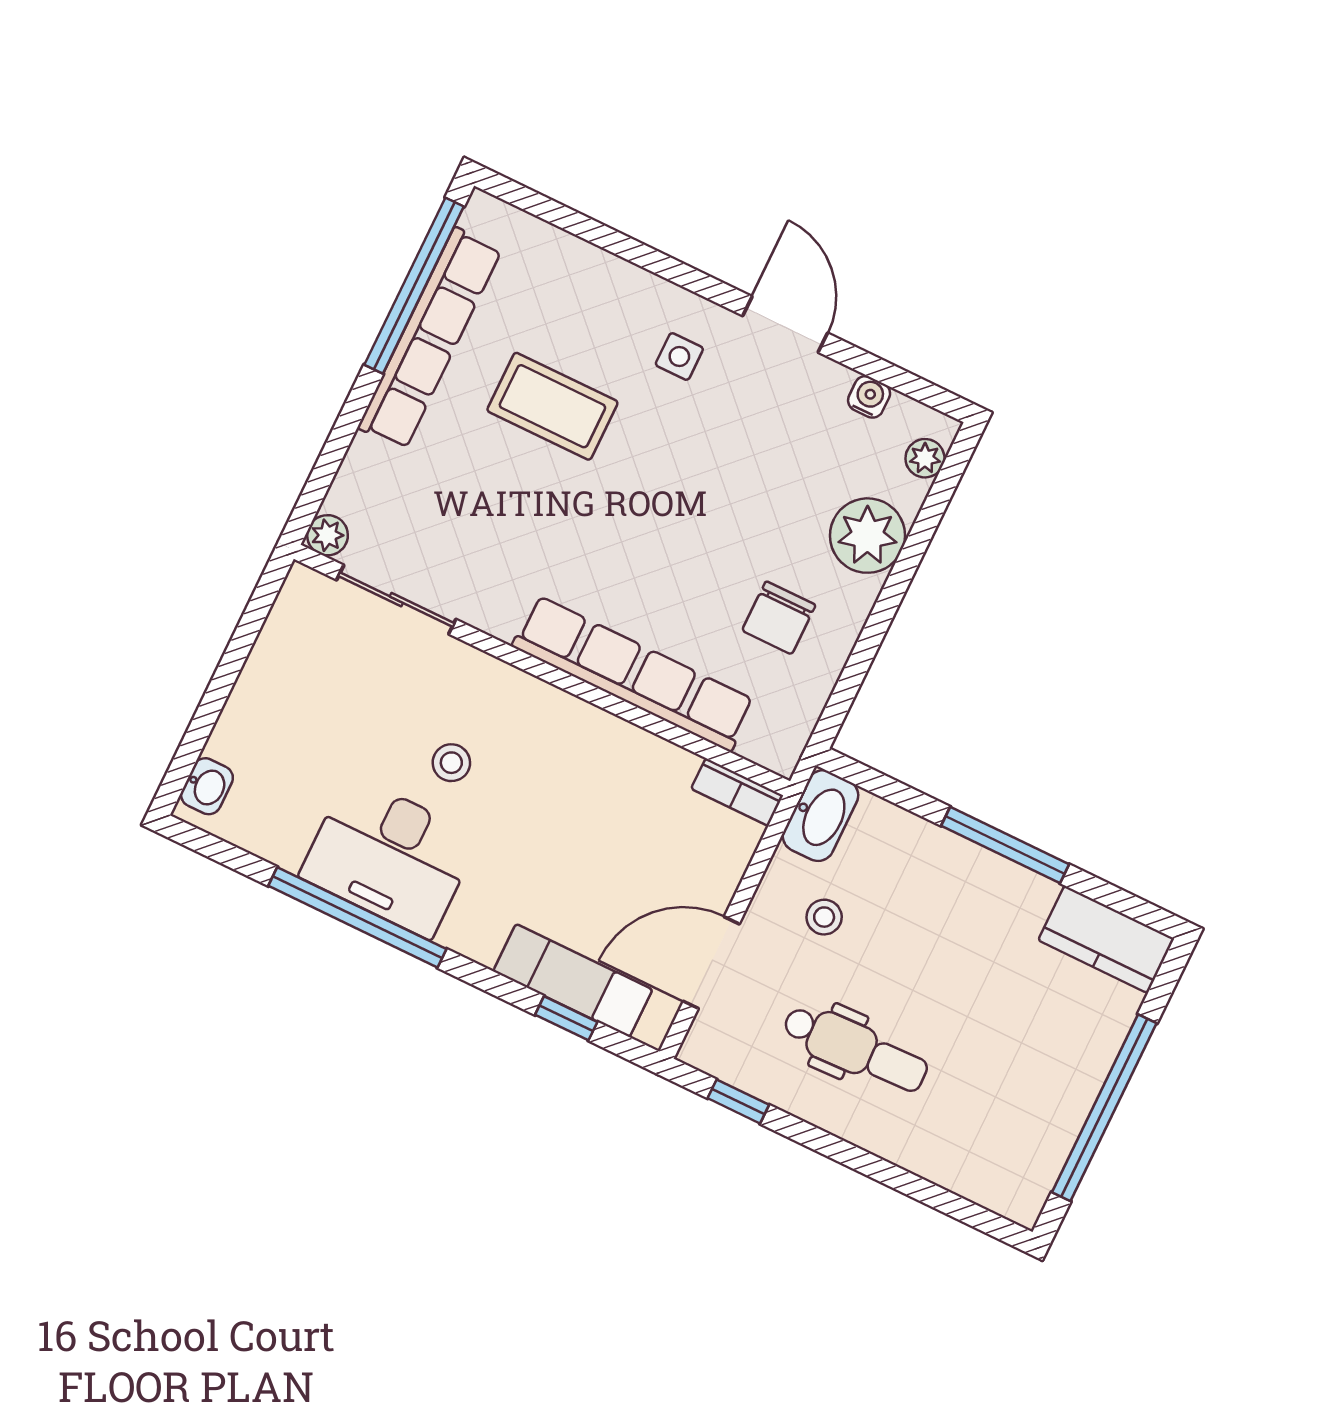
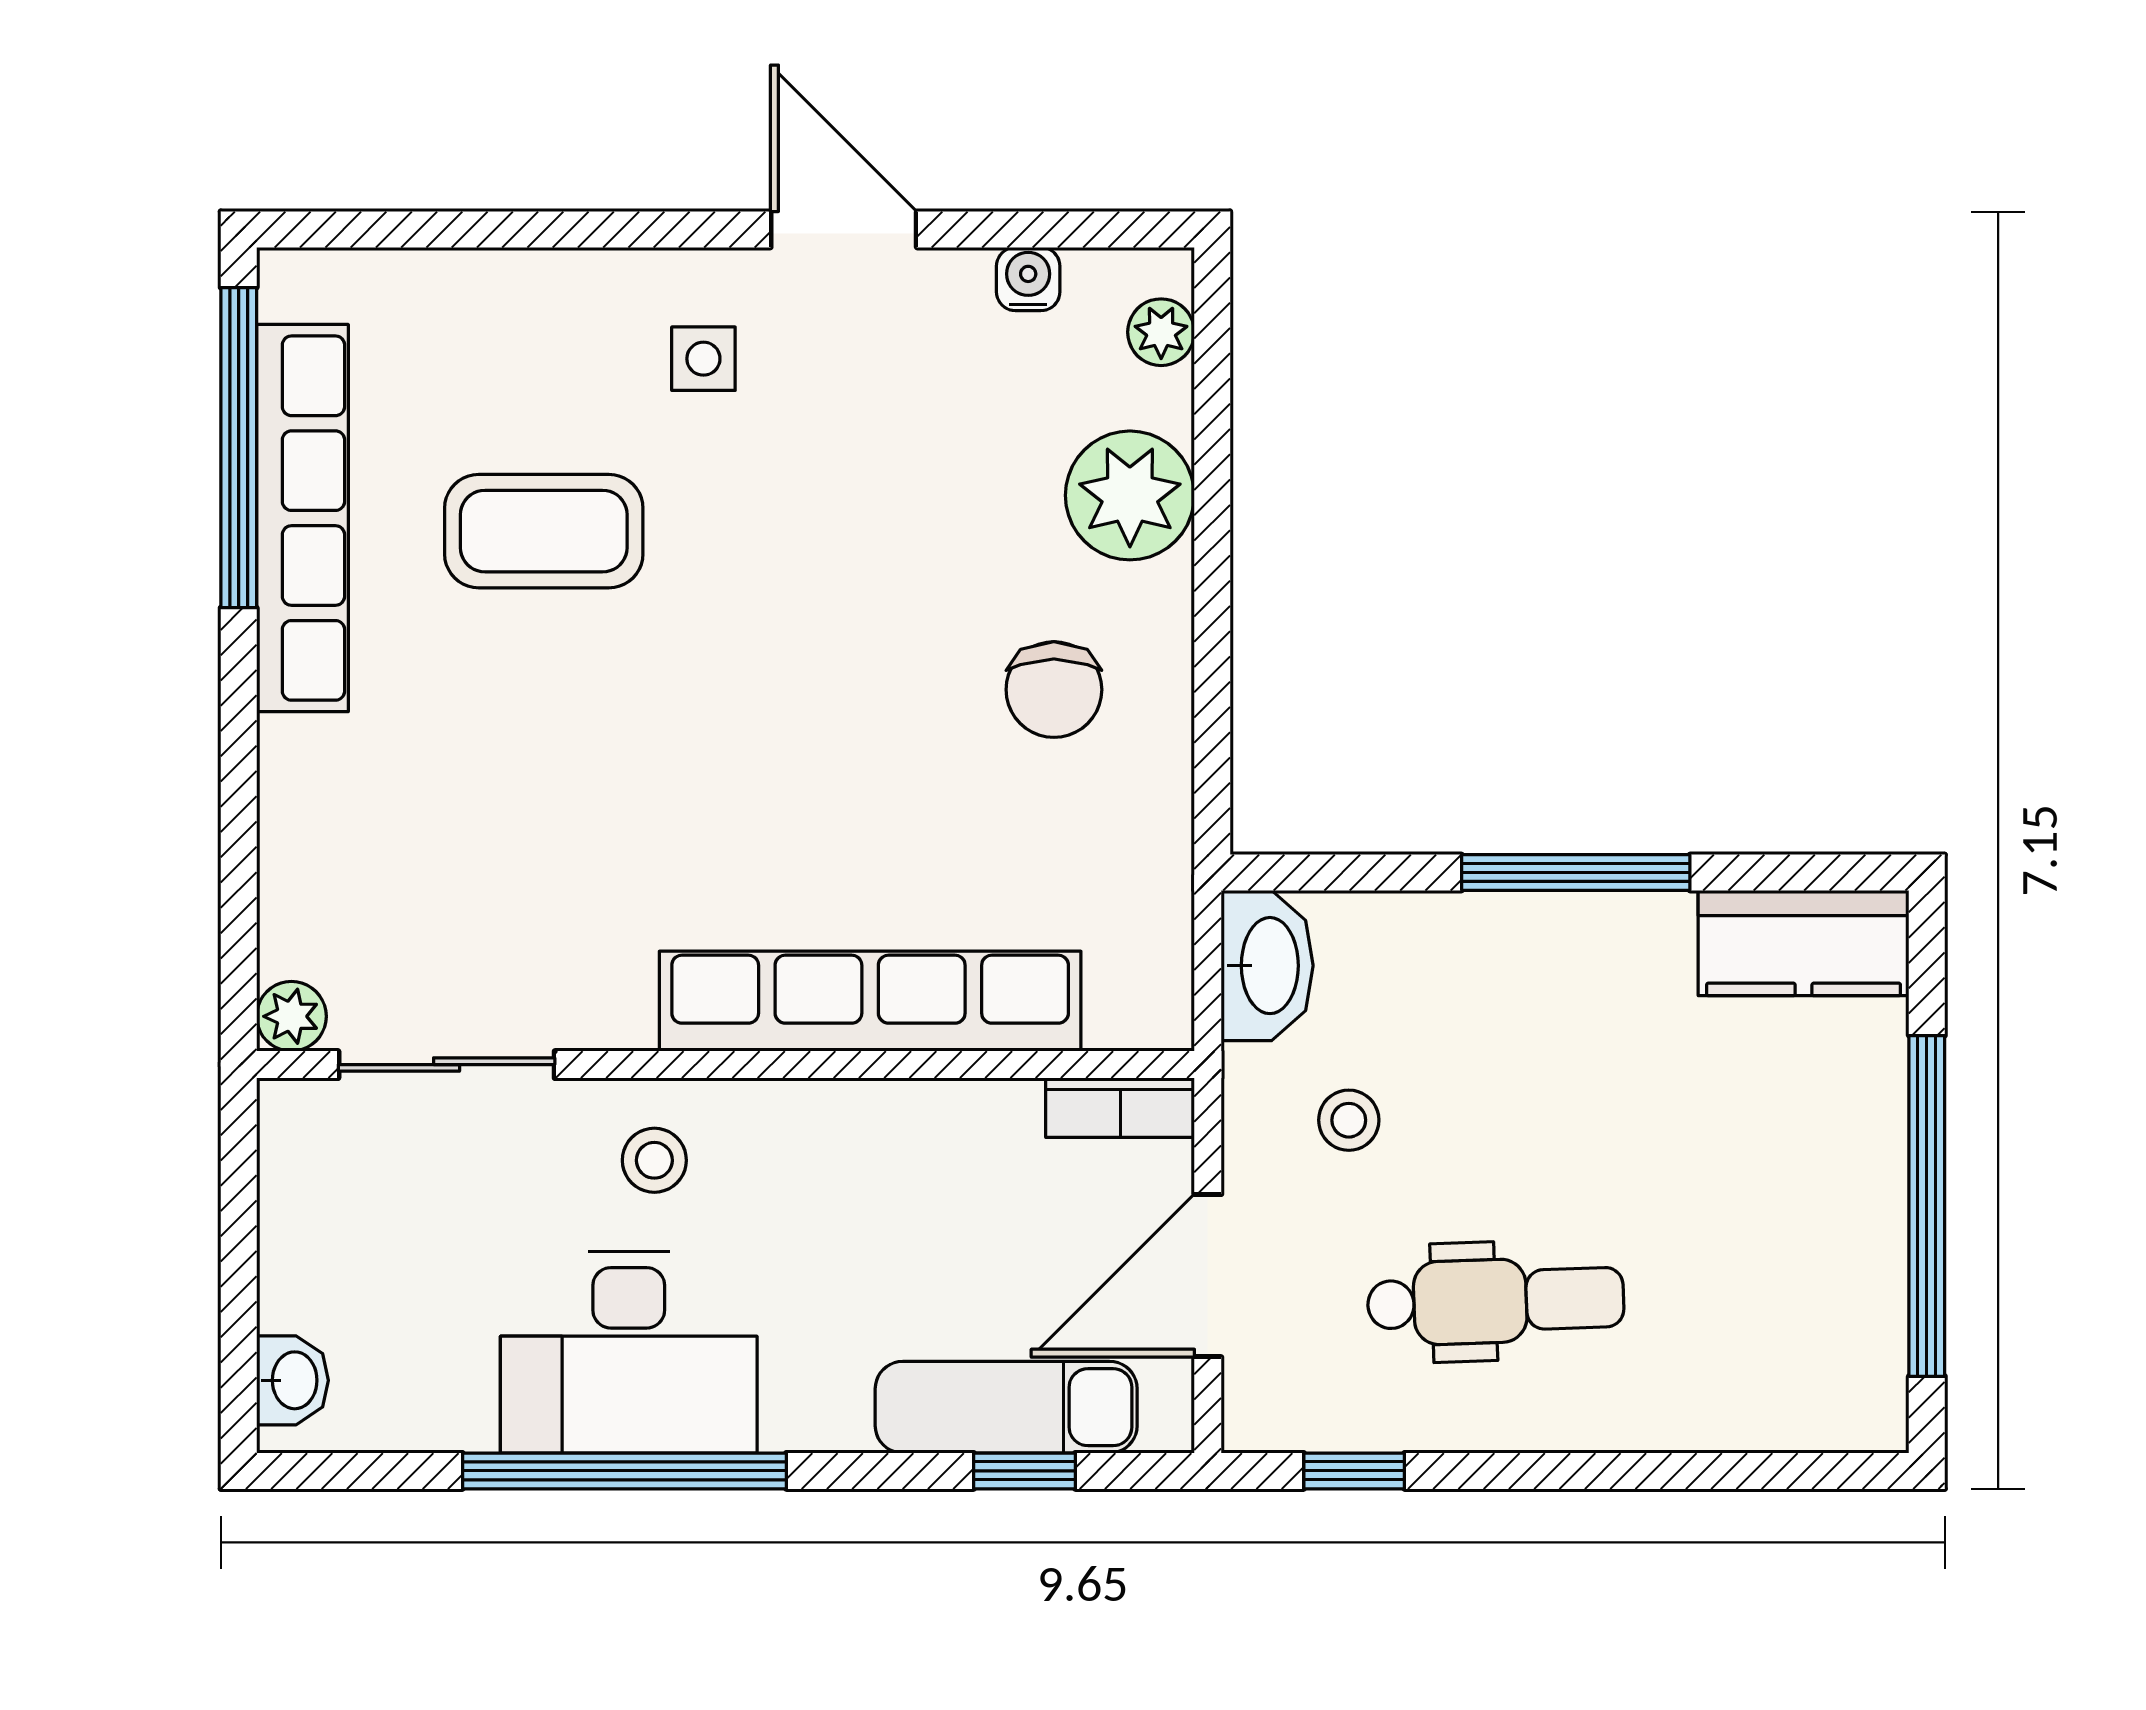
plant: (328, 535) -> (291, 1016), moved
sliding door: (396, 600) -> (447, 1065), moved
wall: (542, 670) -> (725, 1065), moved
row of seats: (633, 673) -> (870, 1001), moved
bookcase: (737, 792) -> (1120, 1108), moved

